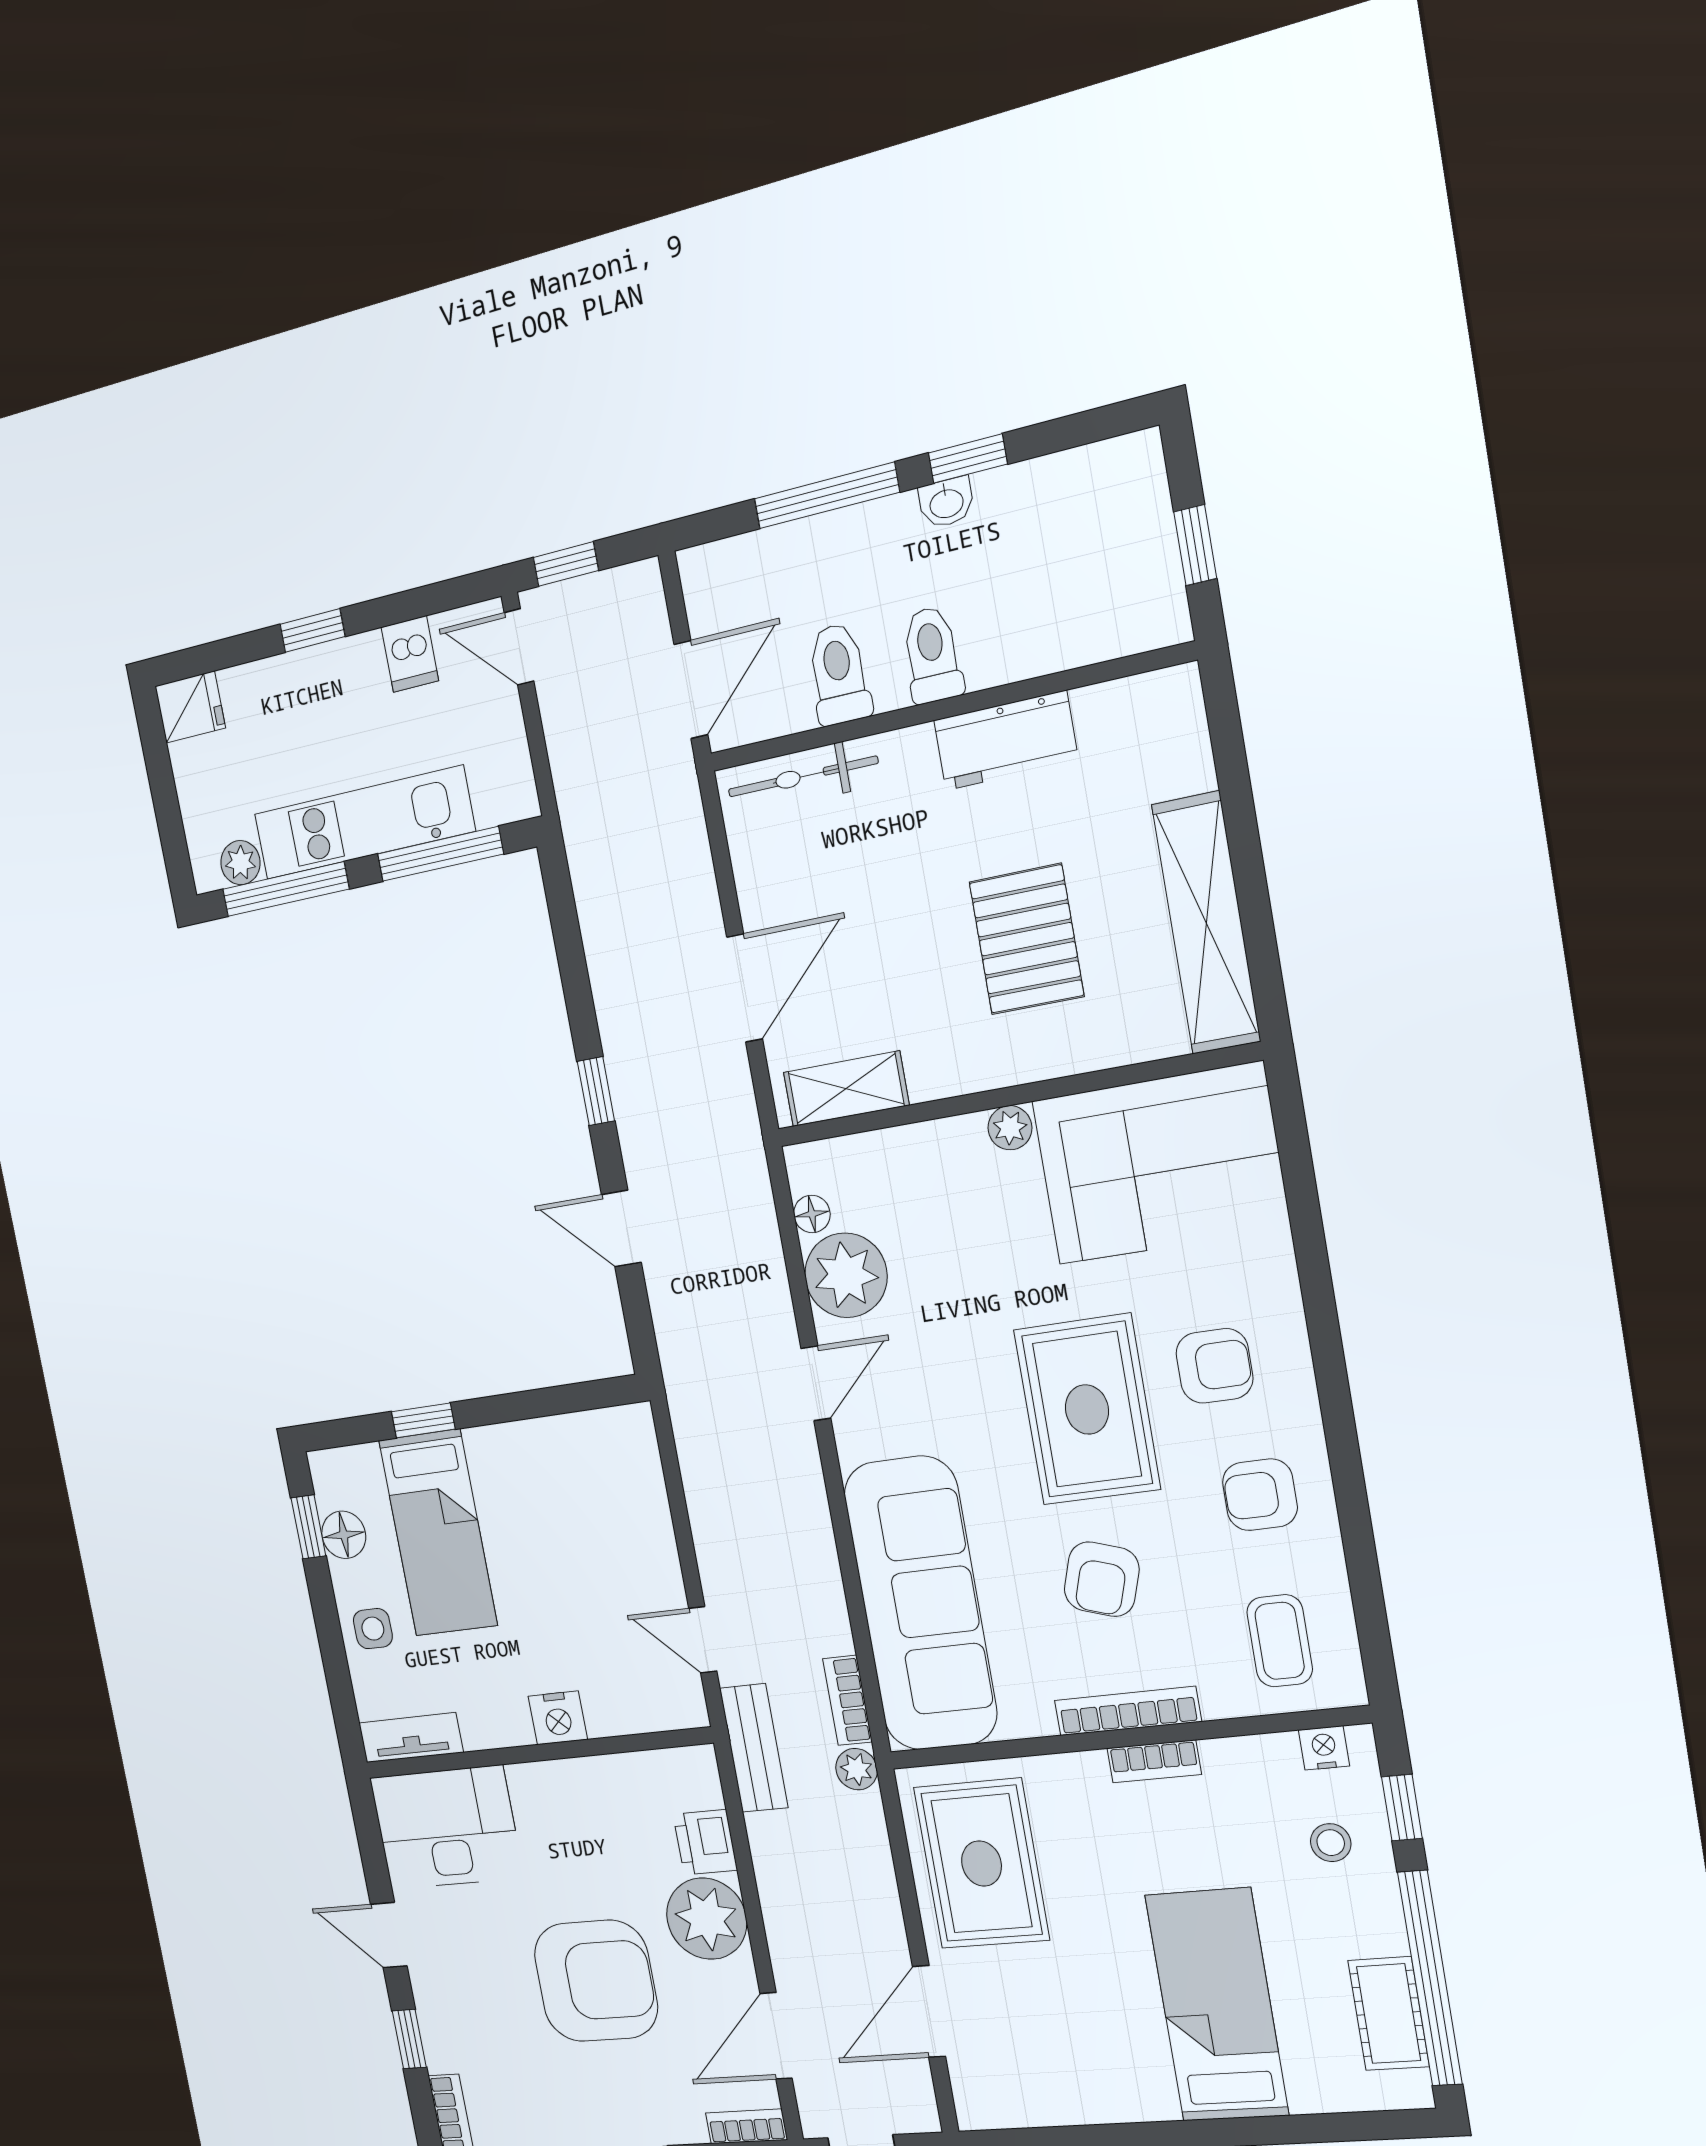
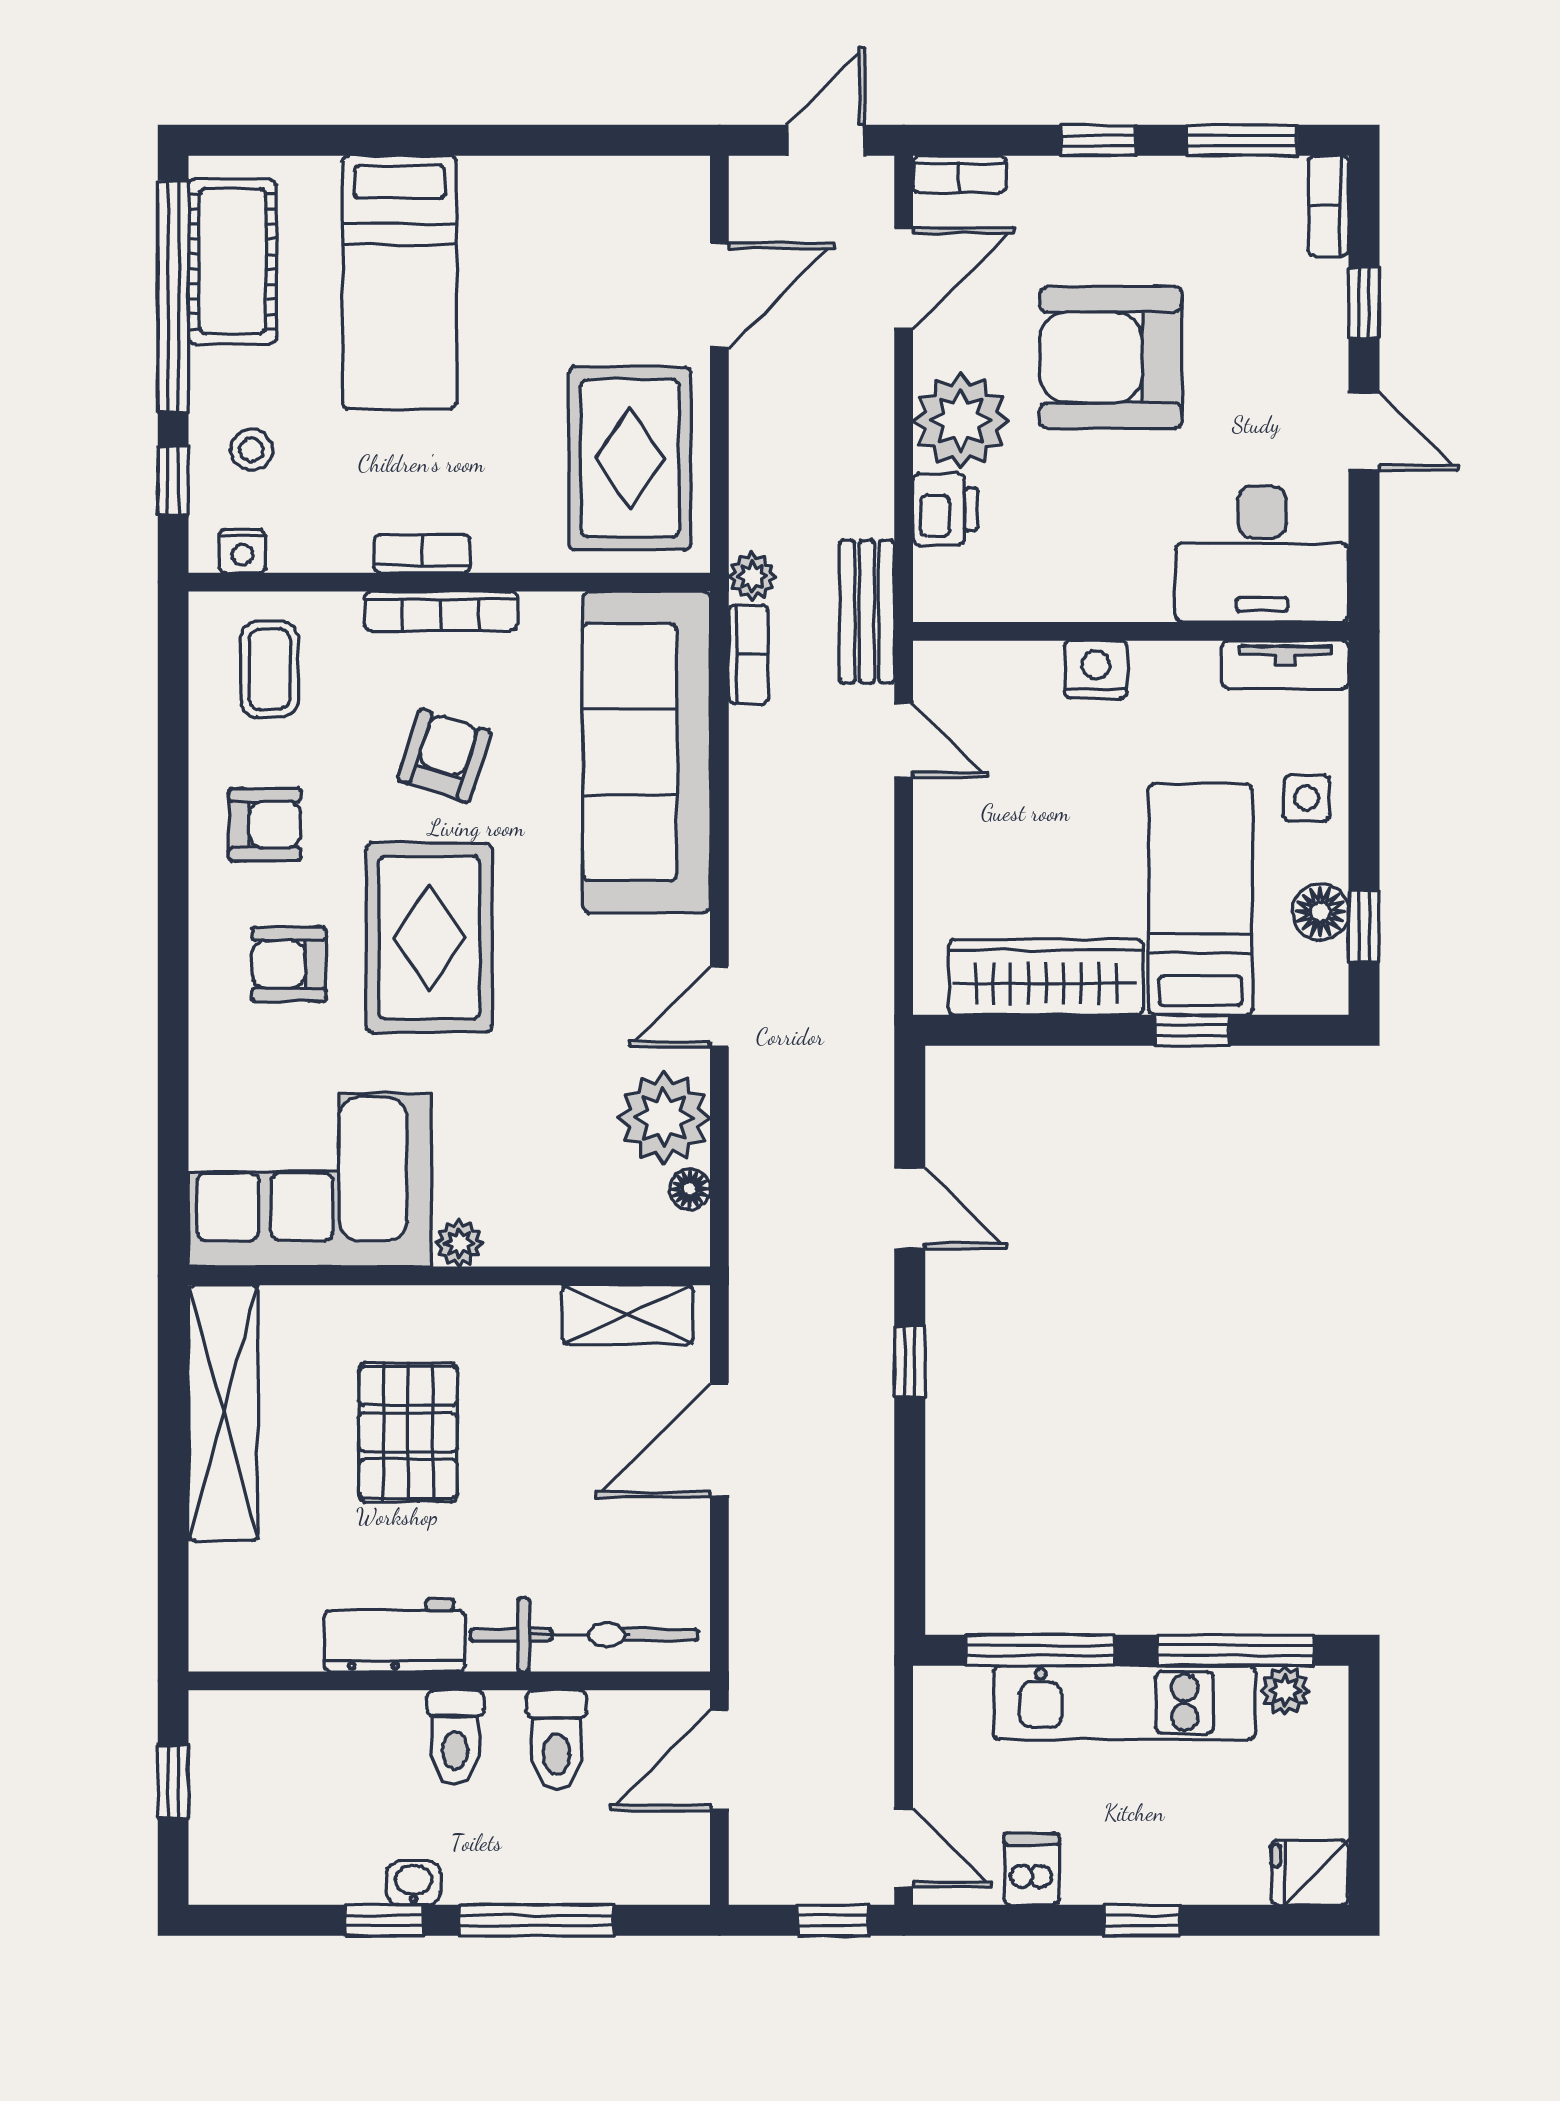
bicycle: (803, 776) -> (584, 1635), width x1.37, depth x1.40
wardrobe: (548, 1449) -> (1046, 977), added
cot: (1389, 2014) -> (232, 261), width x1.37, depth x1.34

